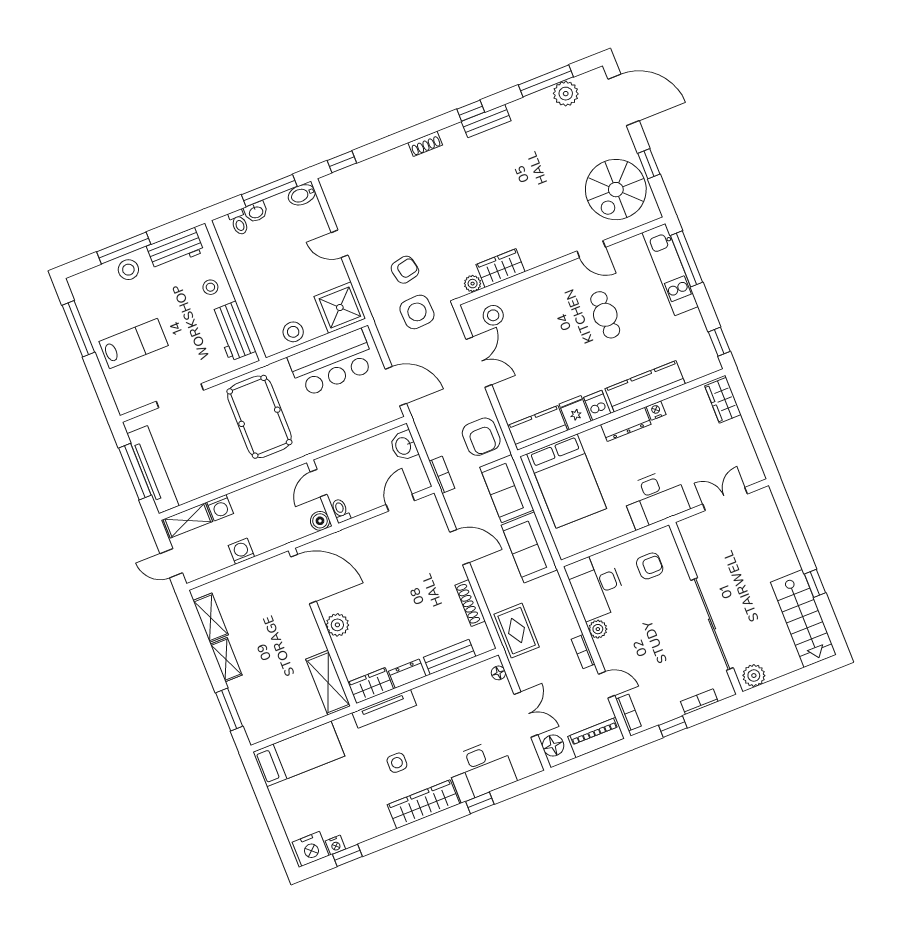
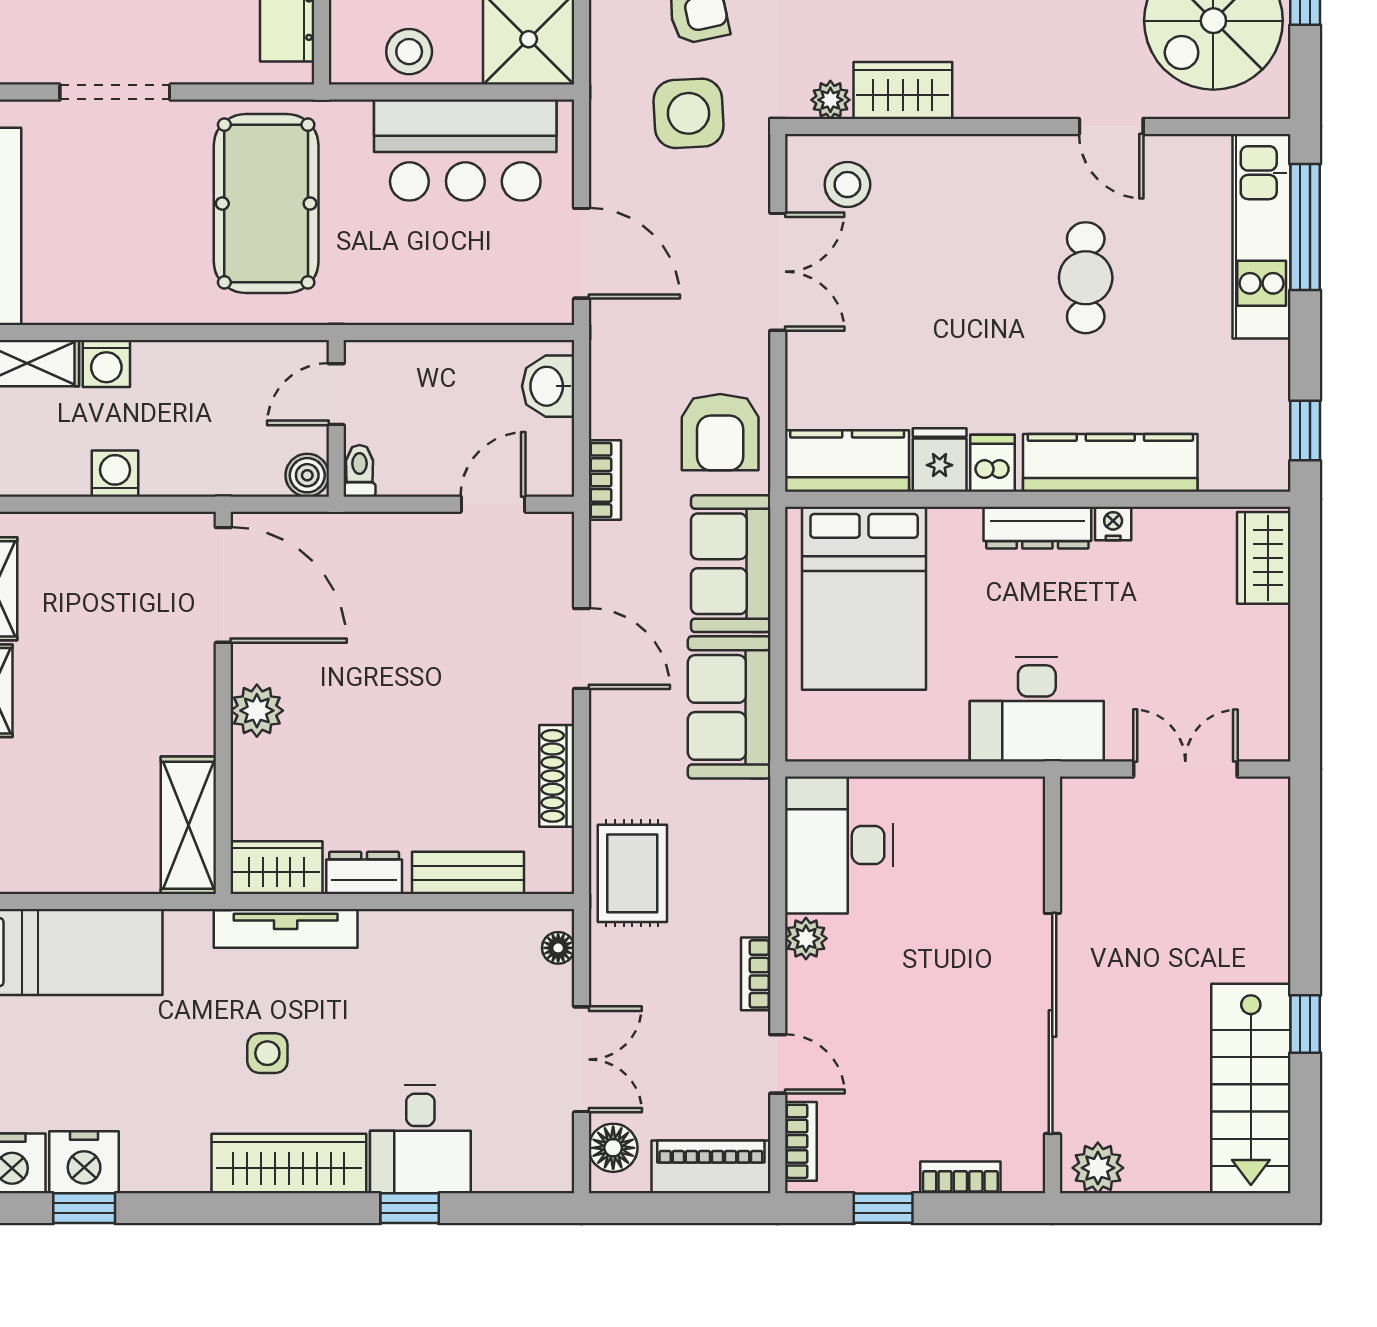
armchair: (650, 566) -> (969, 848), removed
desk: (481, 770) -> (420, 1139), width x0.73
nightstand: (335, 845) -> (84, 1162), width x1.89, depth x1.79

